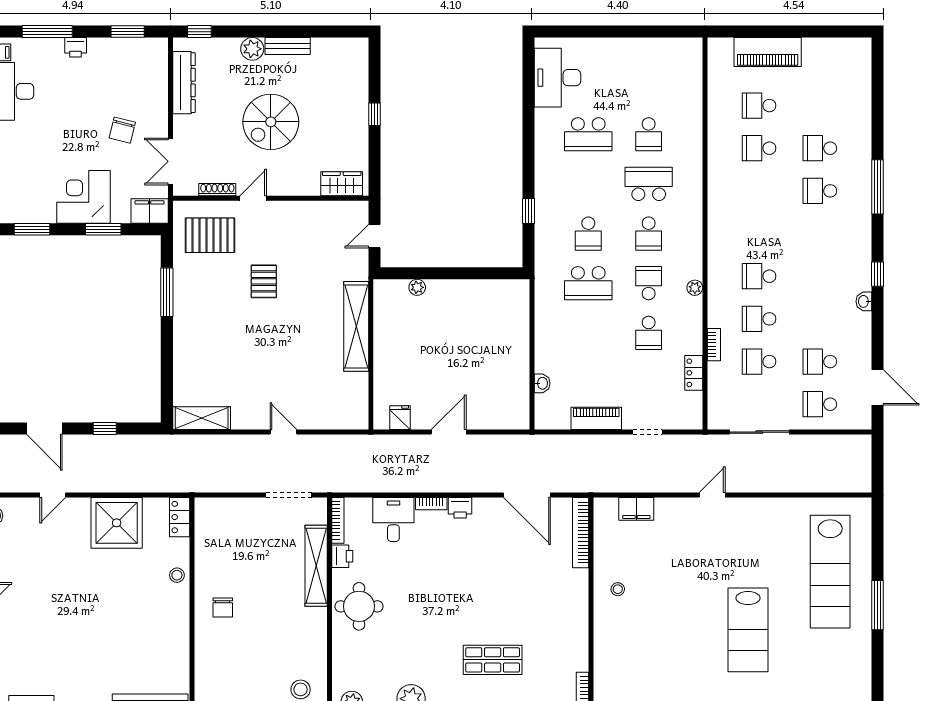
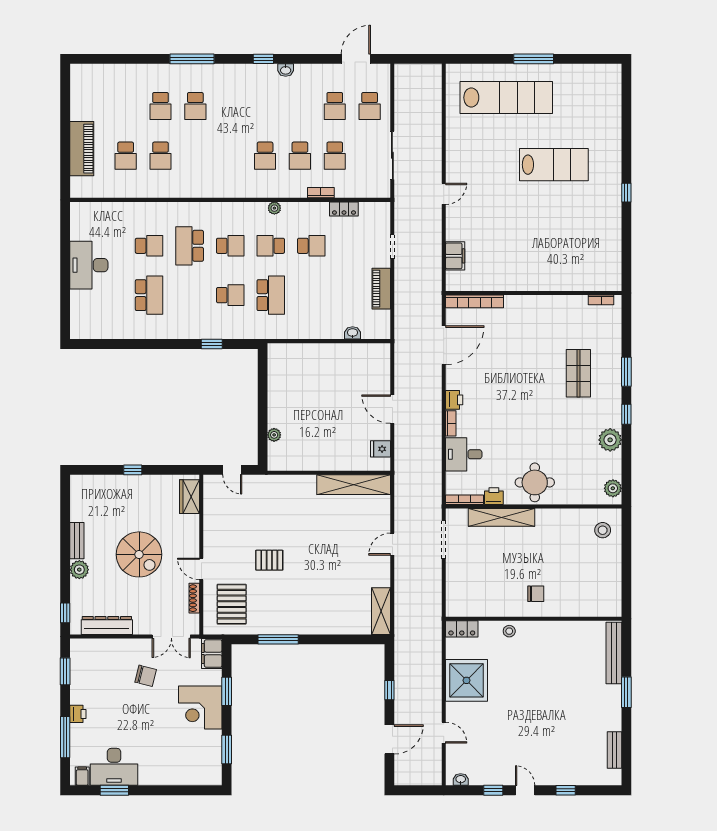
desk: (557, 78) -> (89, 265), moved, turned 90
shelving: (356, 326) -> (354, 485), moved
door: (712, 495) -> (444, 194), swing flipped
stool: (618, 589) -> (521, 271), removed

